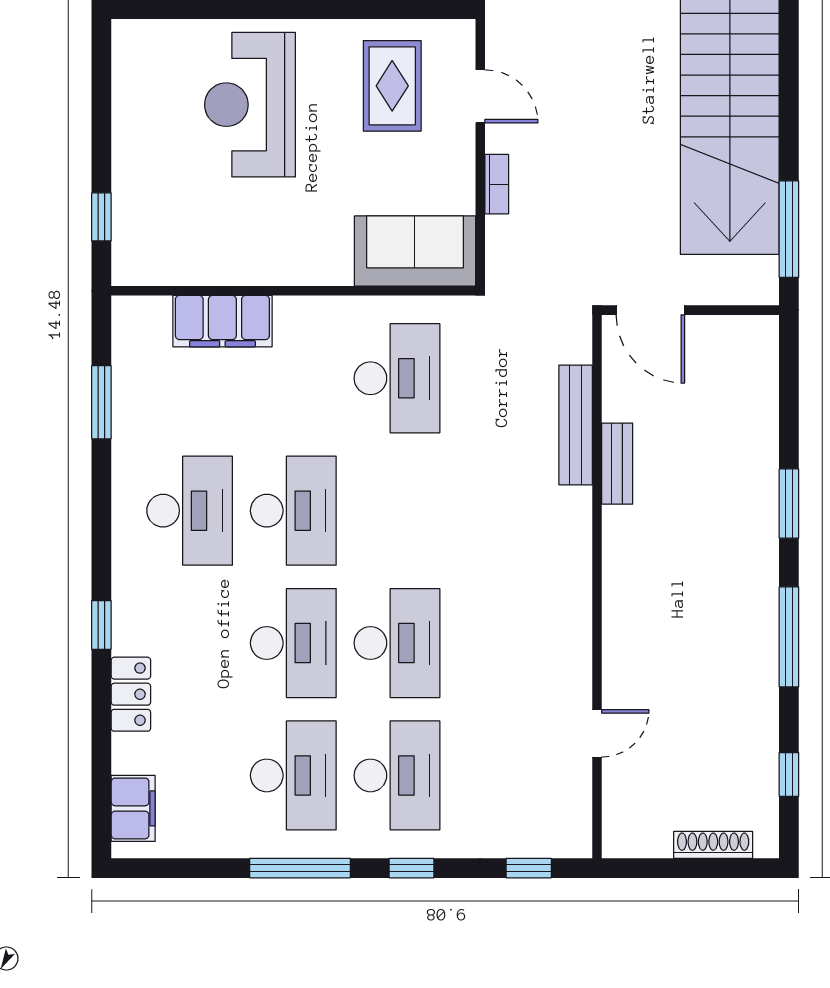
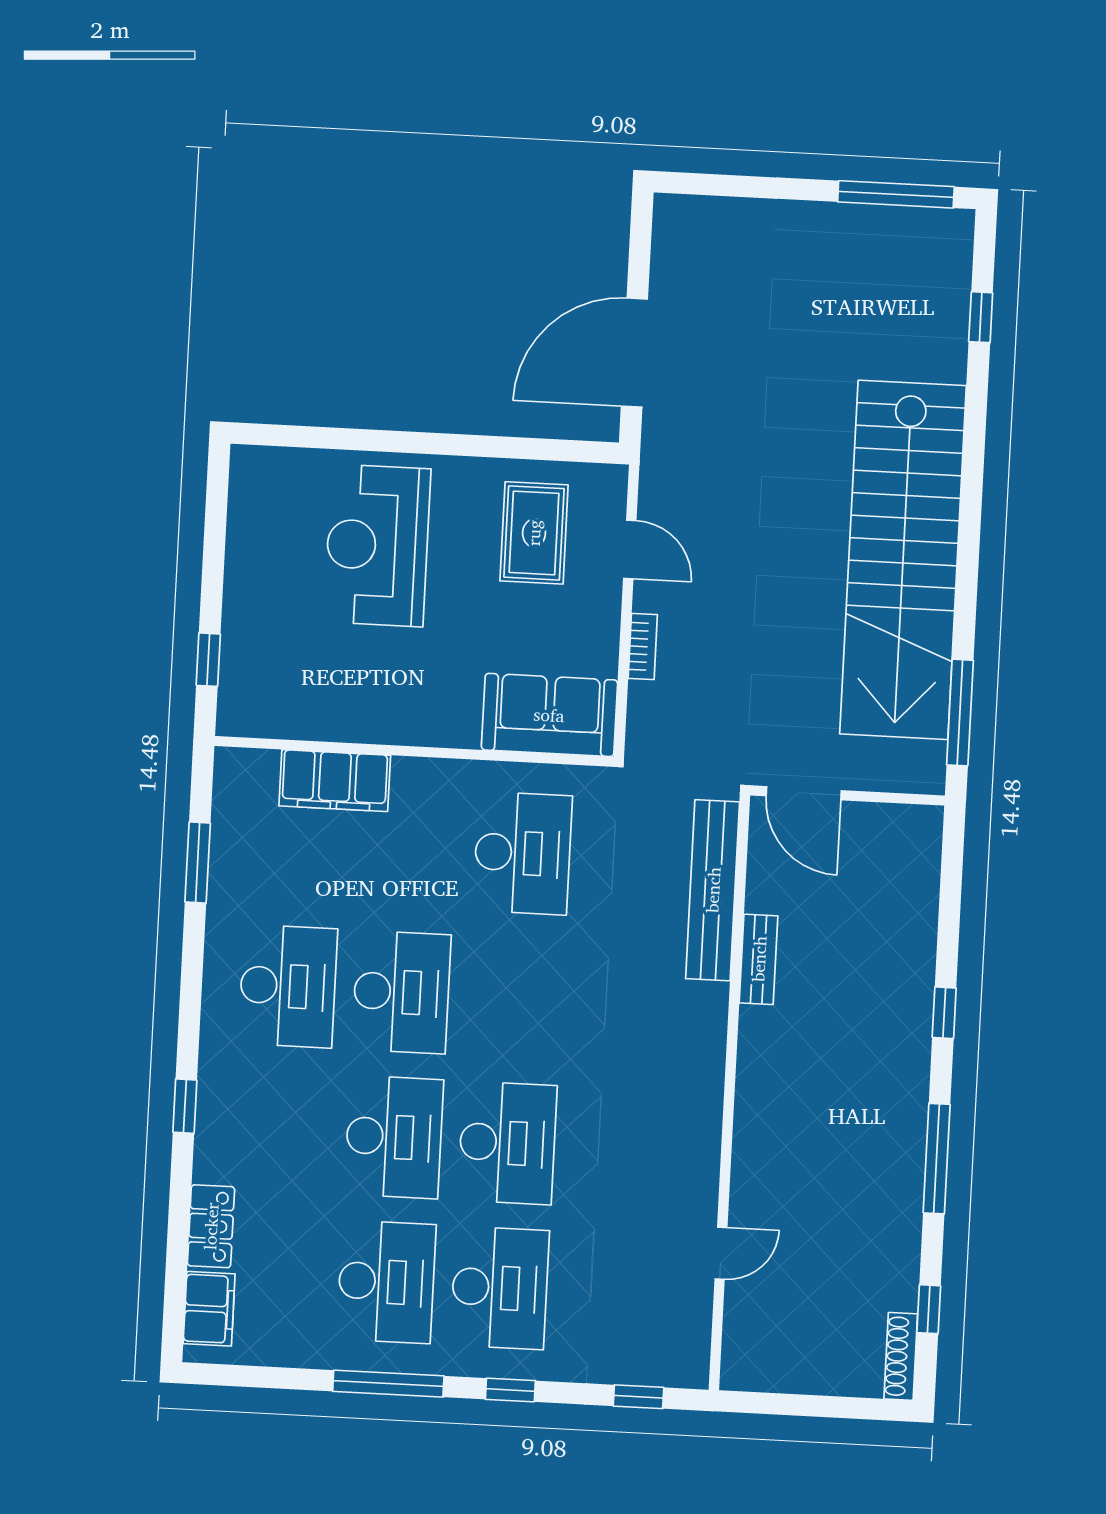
bench: (576, 425) -> (713, 890), width x1.37, depth x1.21
window: (789, 504) -> (944, 1013), width x0.67
locker: (131, 694) -> (211, 1226), moved
shoe rack: (713, 845) -> (901, 1356), moved, turned -90

